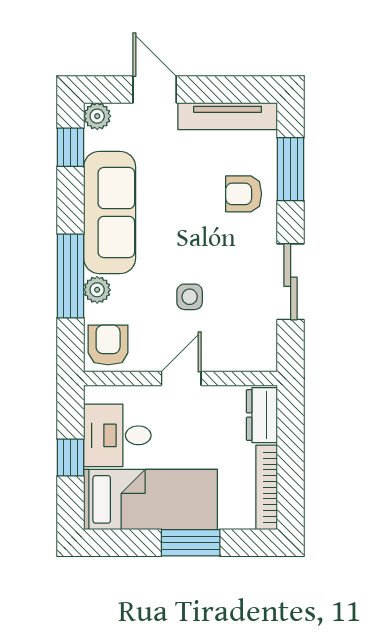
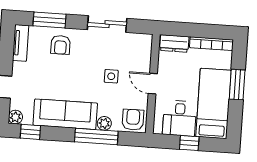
tv unit: (228, 116) -> (21, 43), width x0.71
armchair: (108, 345) -> (133, 120), turned 90

